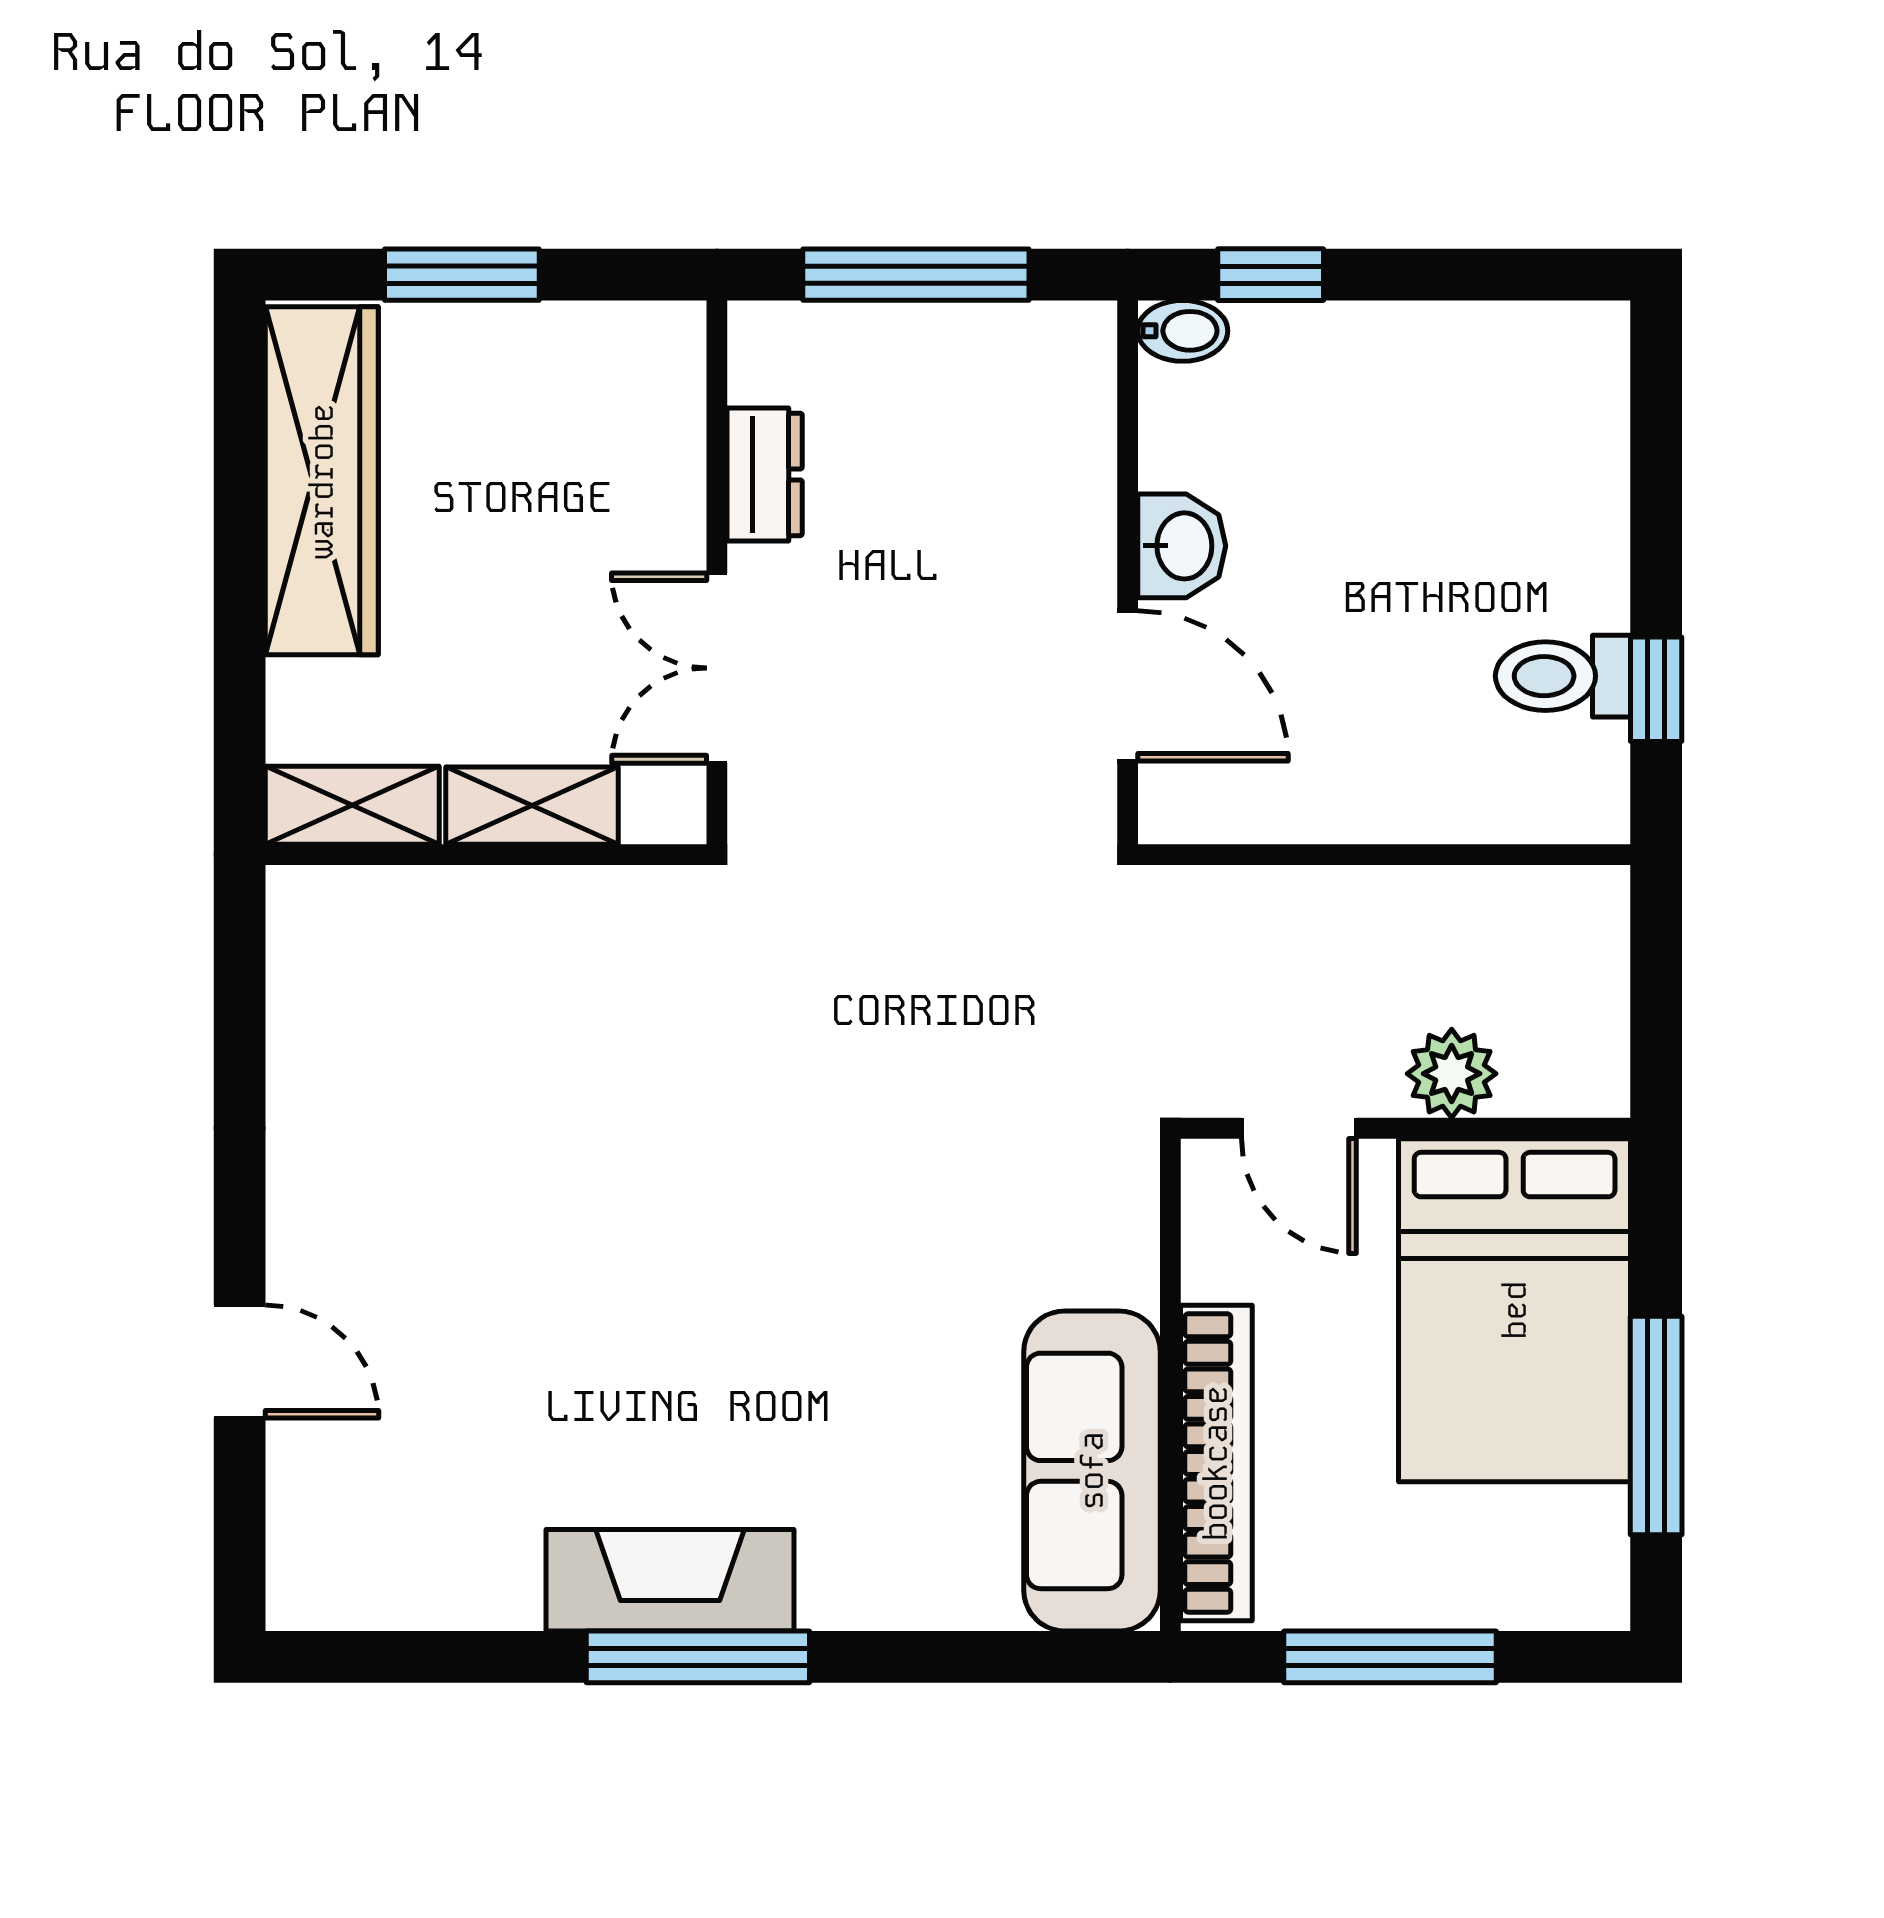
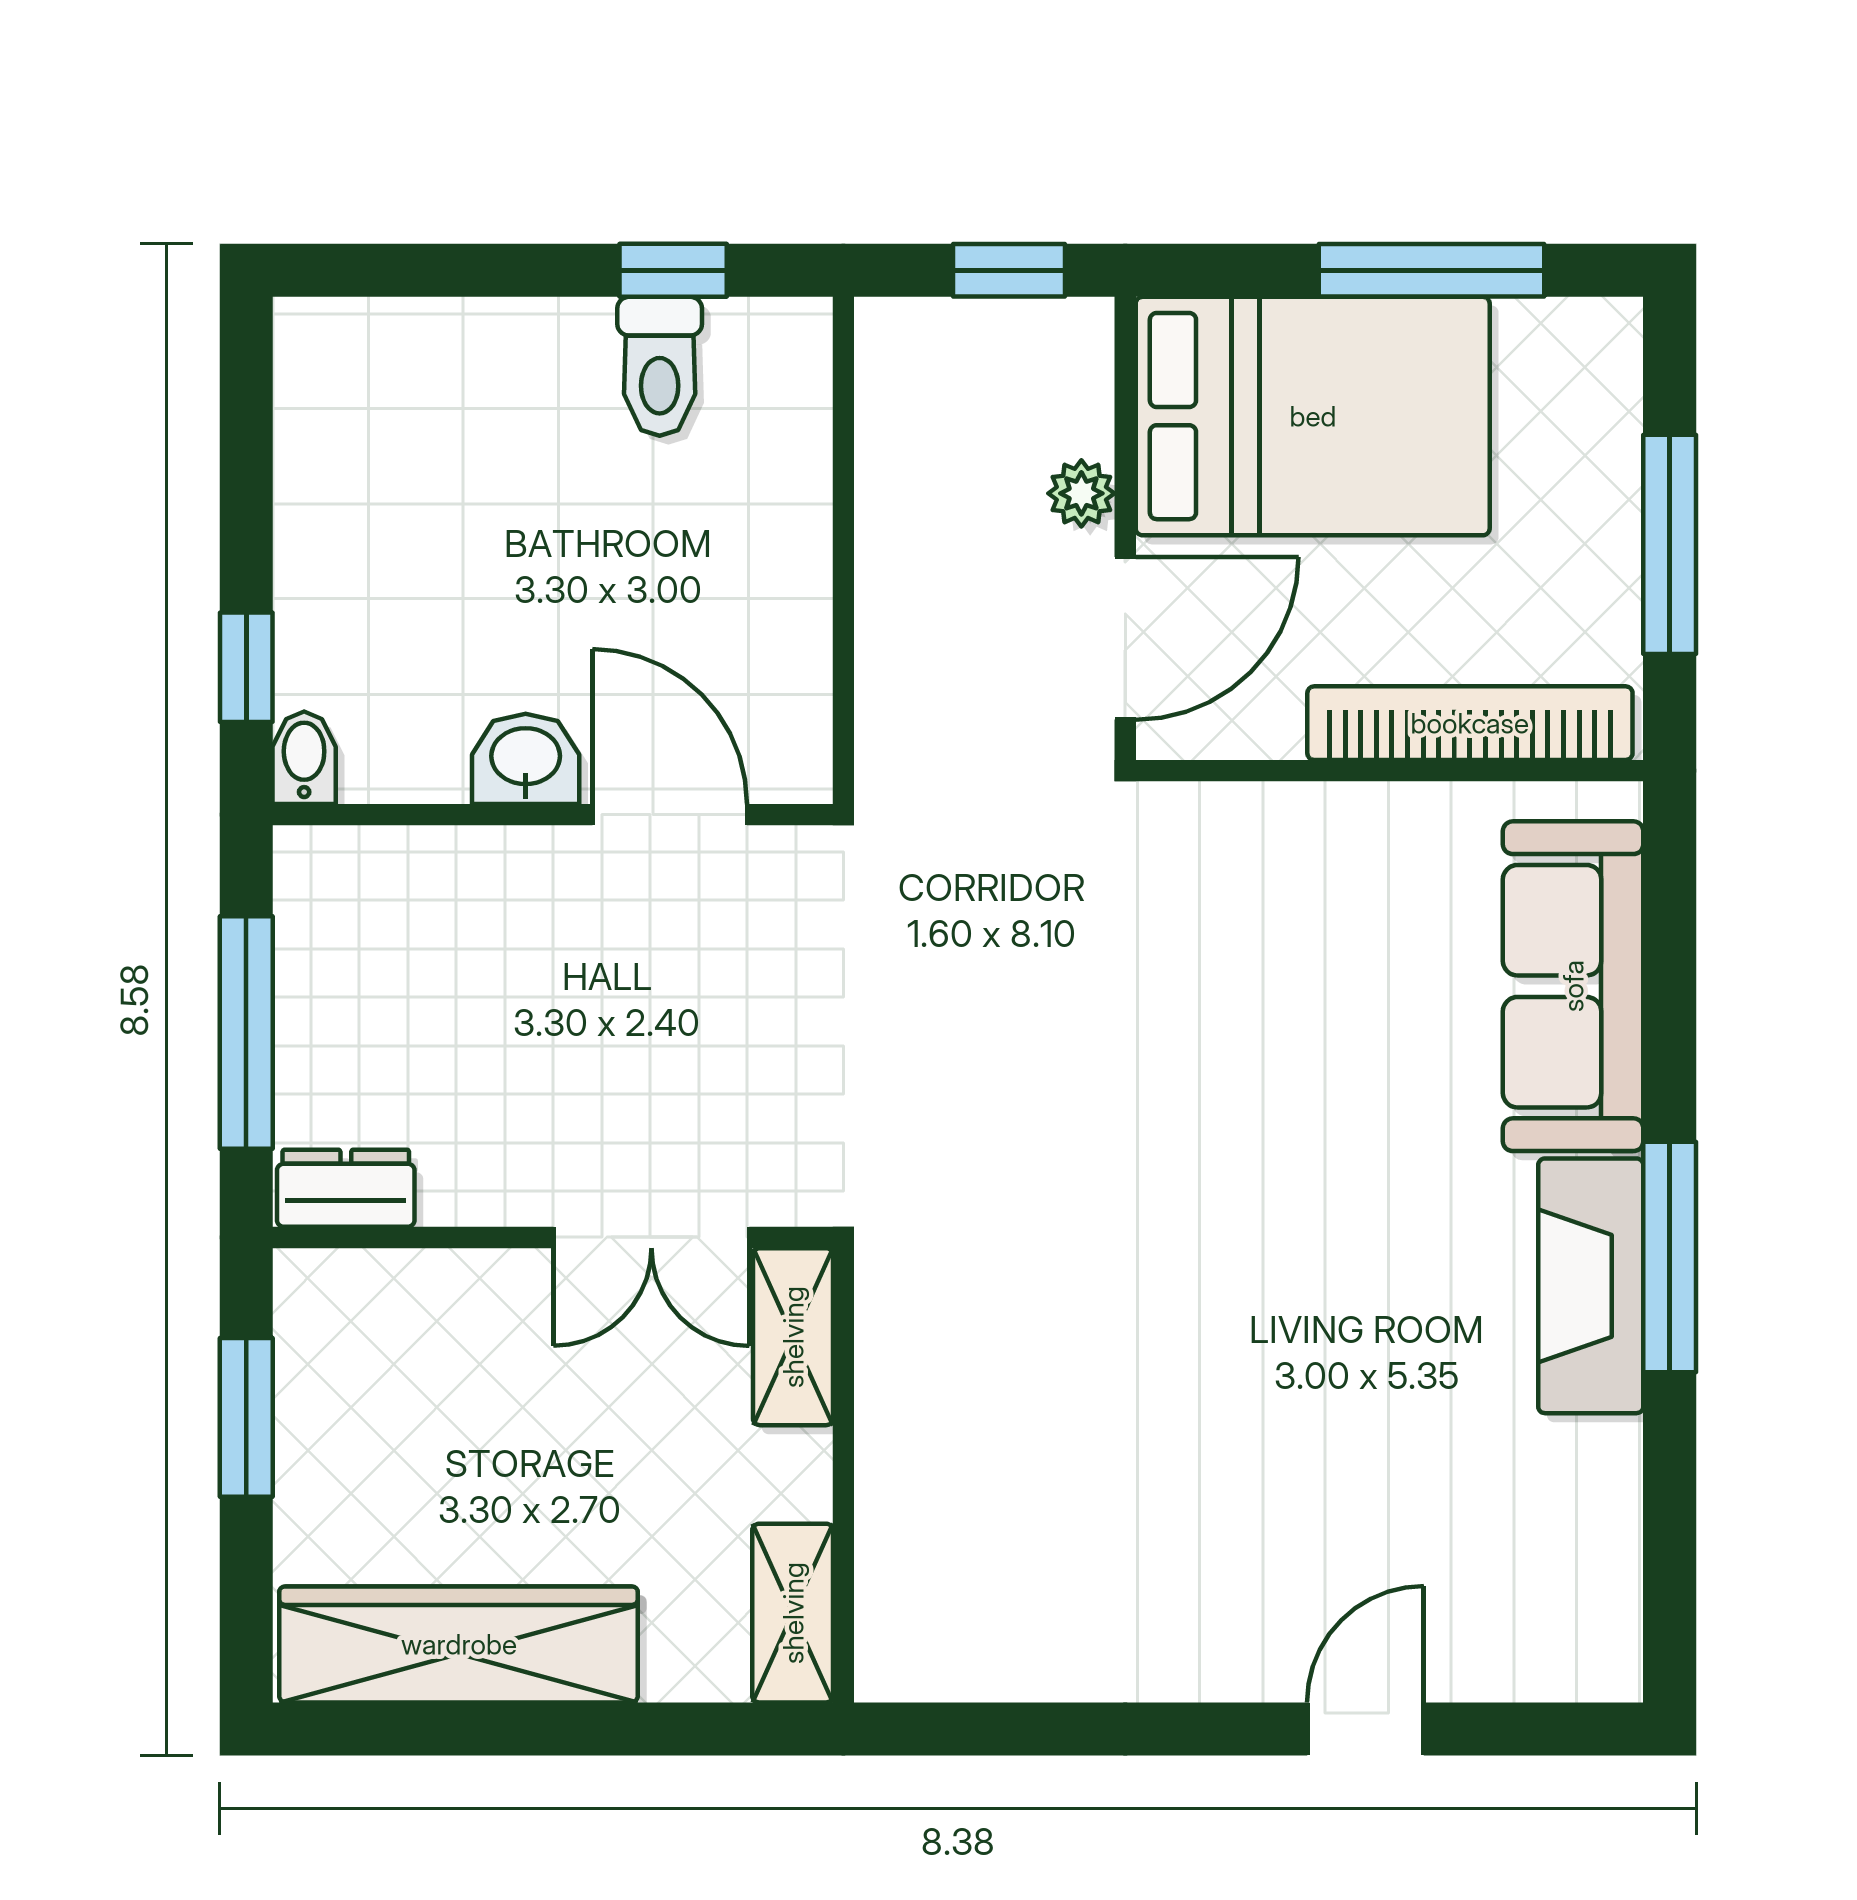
window: (462, 275) -> (246, 1417), moved
dresser: (765, 474) -> (346, 1188), moved
door: (1128, 686) -> (670, 815), hinge flipped
shelving: (532, 806) -> (793, 1337), moved
window: (1656, 1015) -> (1009, 270), added
plant: (1452, 1074) -> (1081, 493), width x0.73, depth x0.73
door: (1299, 1128) -> (1125, 638), width x1.38
sofa: (1092, 1471) -> (1573, 986), moved, turned 90

